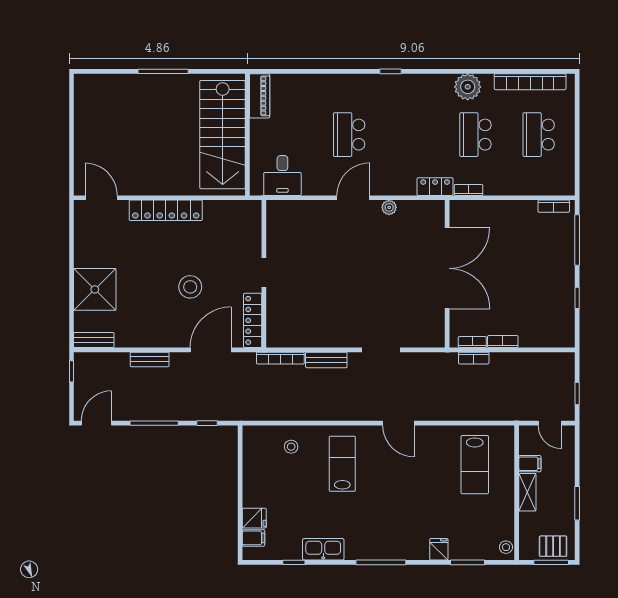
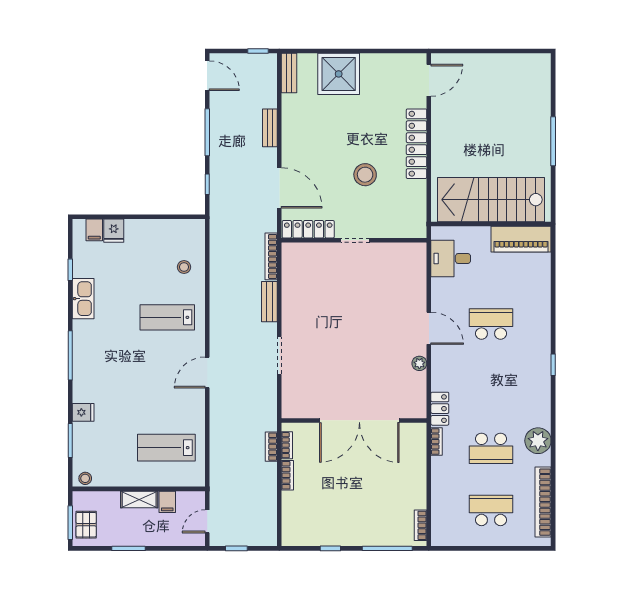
piano: (260, 96) -> (521, 239), width x1.37, depth x1.33
school desk: (475, 135) -> (491, 448), turned 180
stool: (190, 287) -> (365, 175), moved
lab bench: (342, 464) -> (167, 317), turned 180

